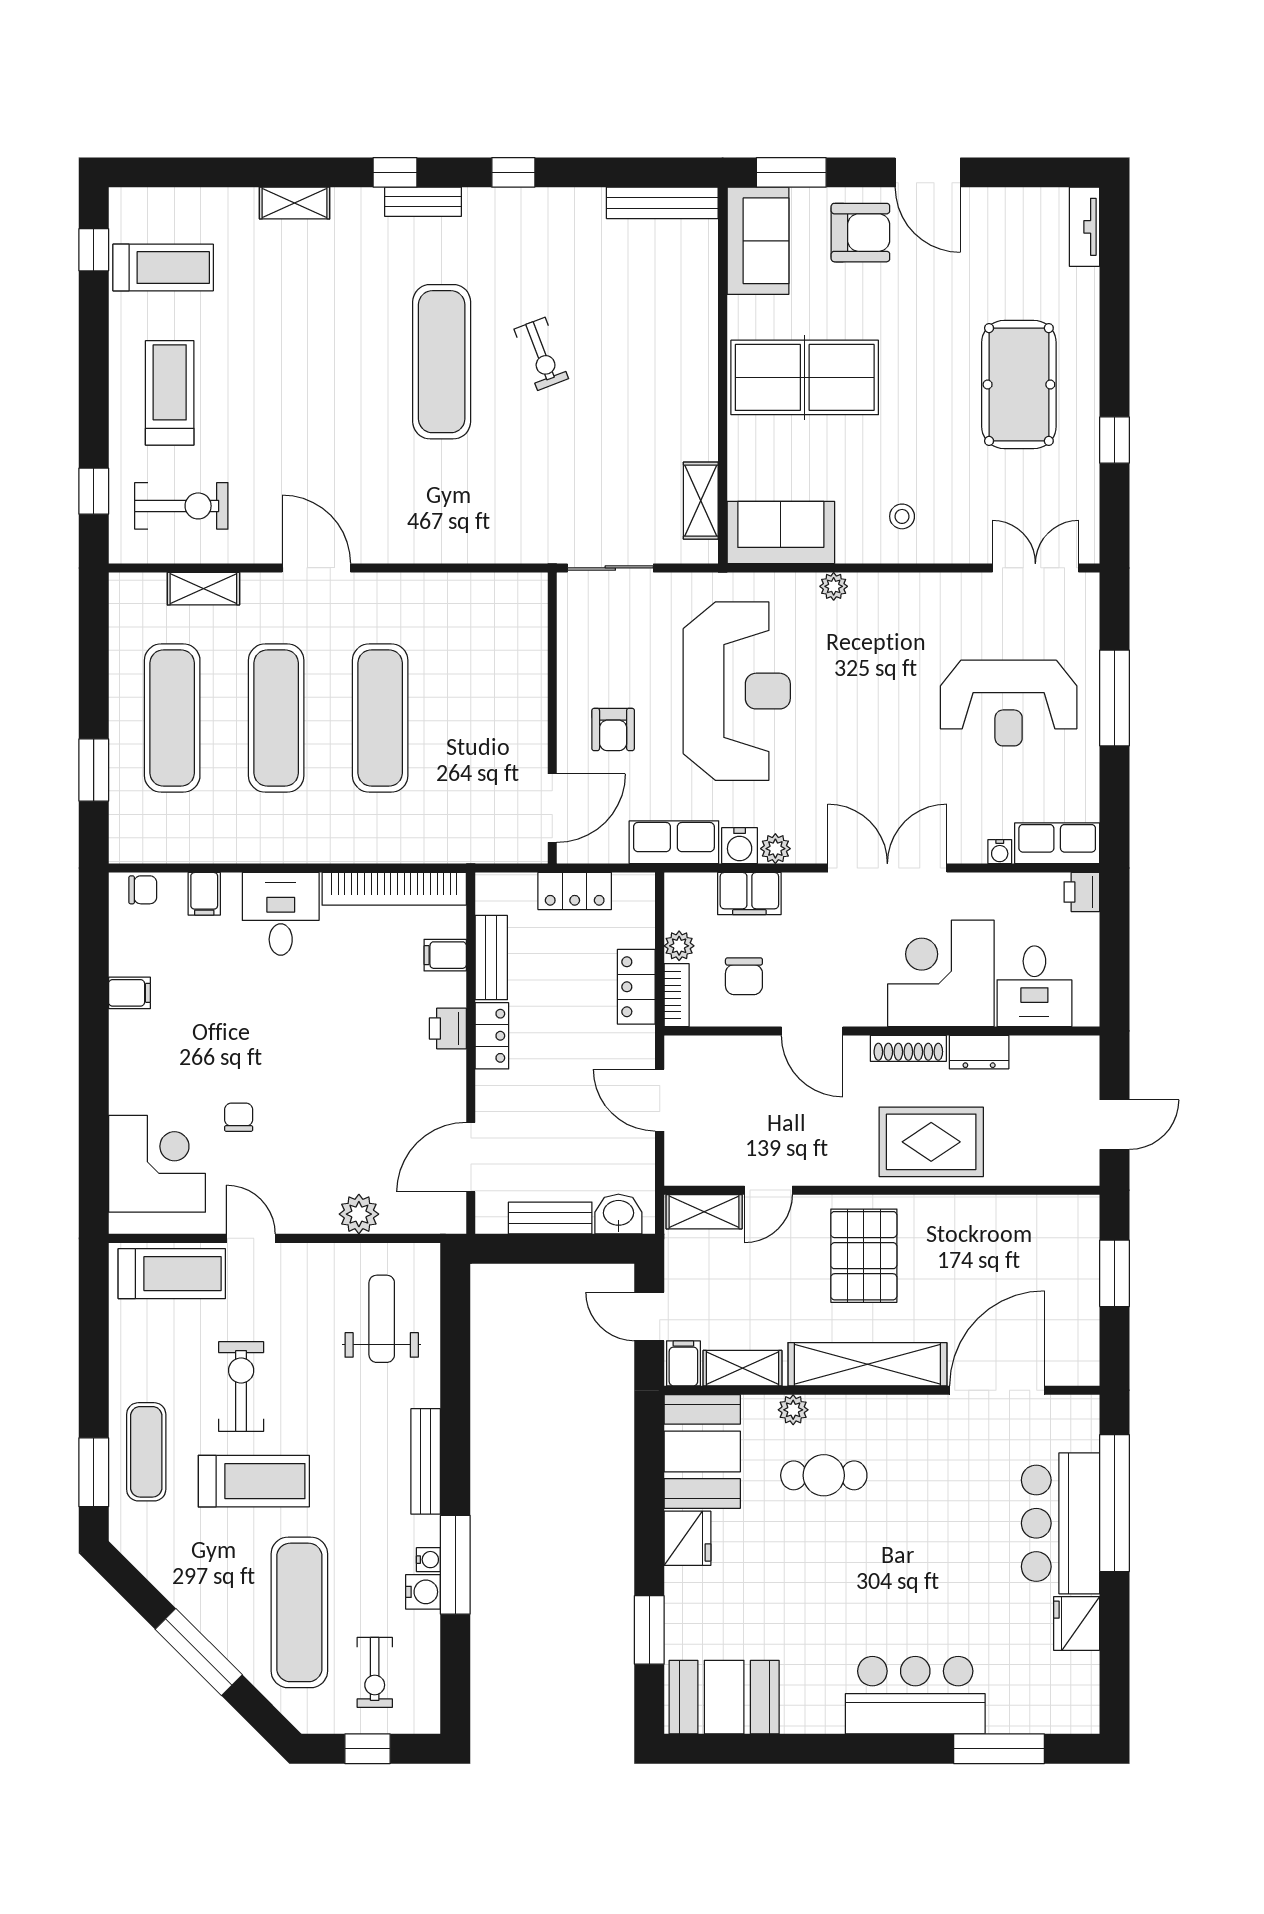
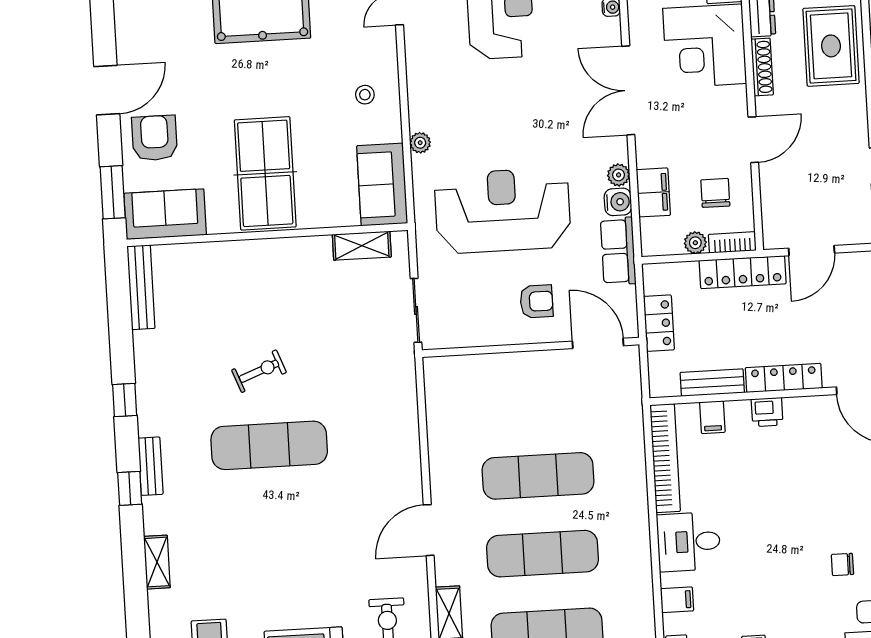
chair: (744, 976) -> (715, 193), turned -90
locker: (636, 987) -> (743, 272), width x1.53
locker: (492, 1036) -> (784, 378), width x1.53

